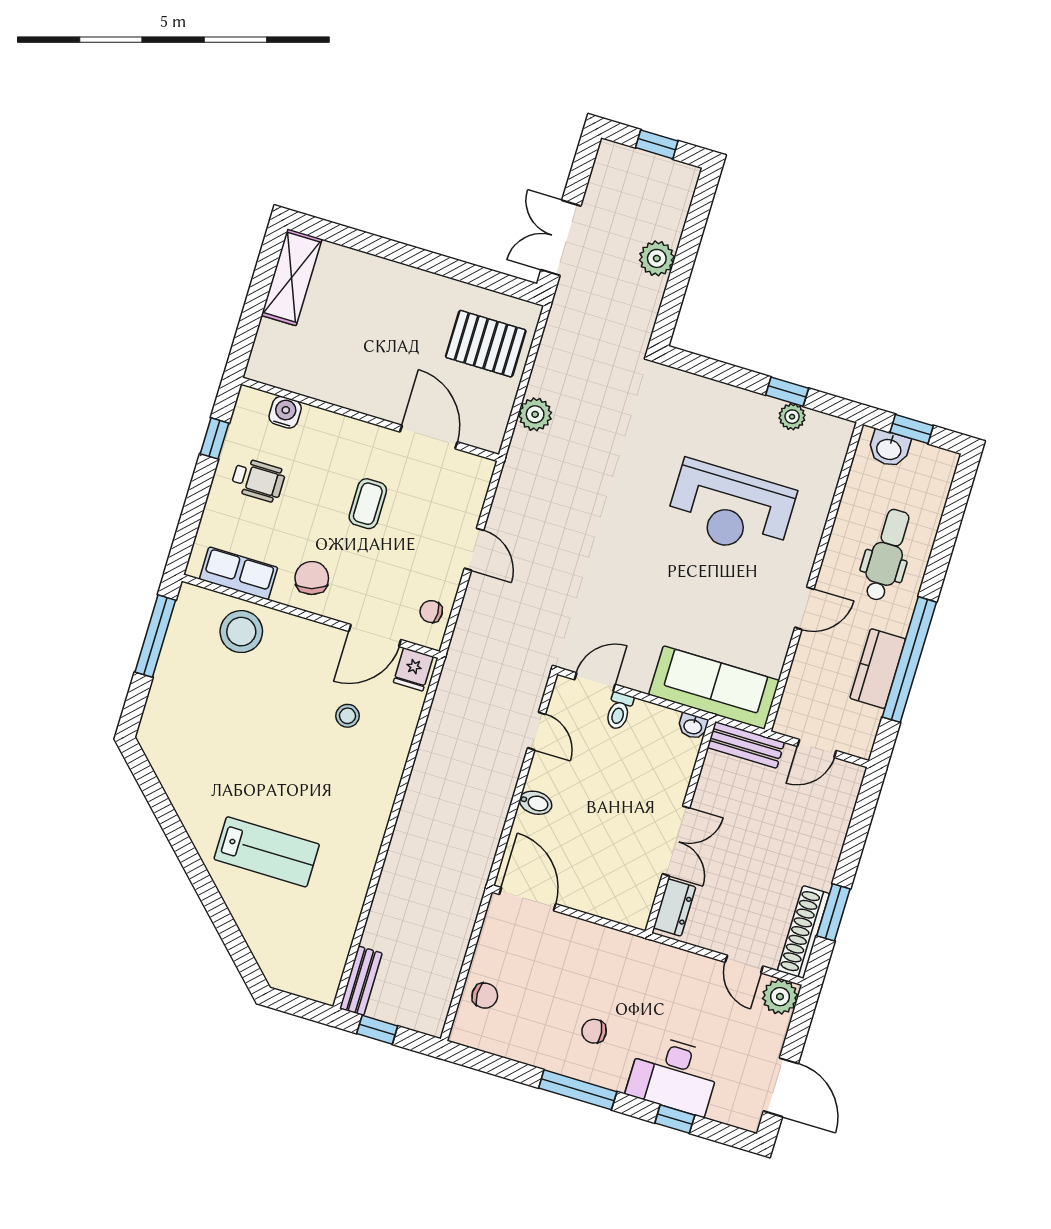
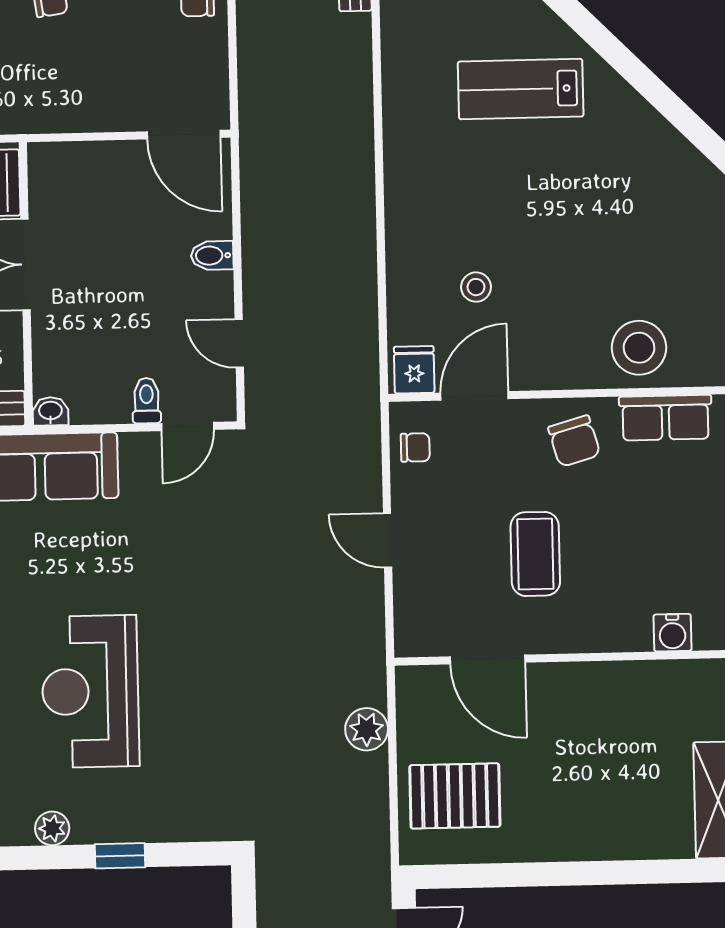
window: (787, 392) -> (120, 856), moved
wheelchair: (258, 480) -> (679, 539), removed
coffee table: (368, 504) -> (535, 554), width x1.36, depth x1.30
reception desk: (731, 509) -> (90, 691), turned -90

